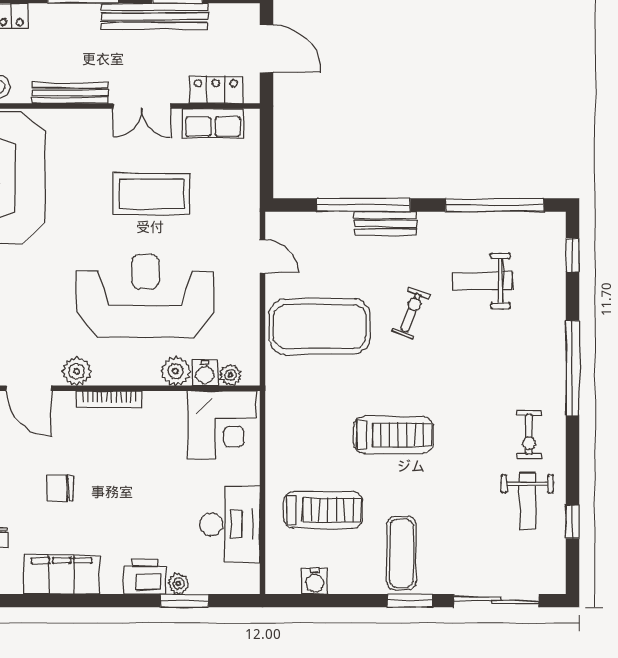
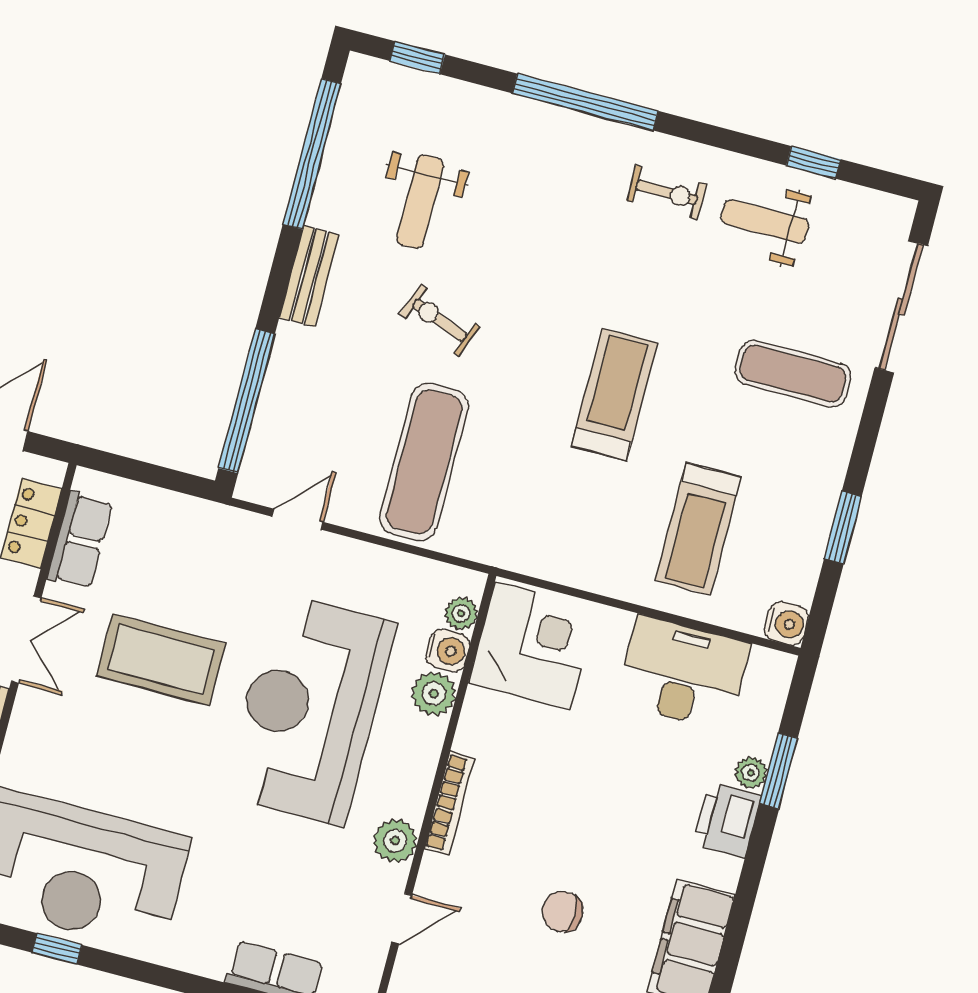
coffee table: (152, 194) -> (161, 660), turned 90
window: (363, 205) -> (247, 401), moved
bench: (385, 223) -> (309, 276), moved
exercise mat: (320, 327) -> (424, 462), width x0.68
door: (29, 388) -> (402, 919), width x0.73
chair: (60, 488) -> (562, 912), turned 90
weight bench: (527, 501) -> (765, 221), turned 180
treadmill: (323, 510) -> (698, 529), turned 180
exercise mat: (401, 553) -> (793, 374), moved
water cooler: (315, 581) -> (786, 624), moved
window: (410, 601) -> (843, 527), moved

